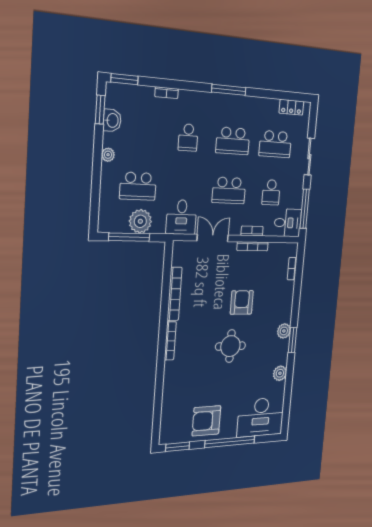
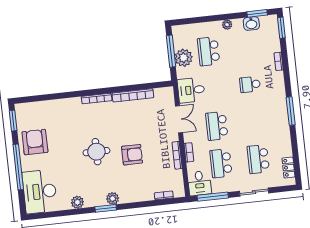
school desk: (233, 141) -> (254, 122), removed
school desk: (271, 192) -> (221, 163), width x1.85

